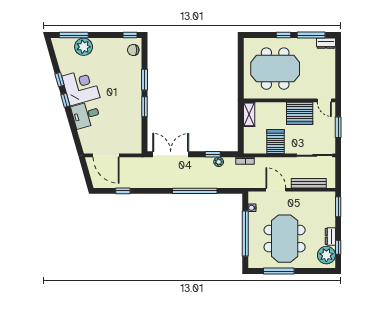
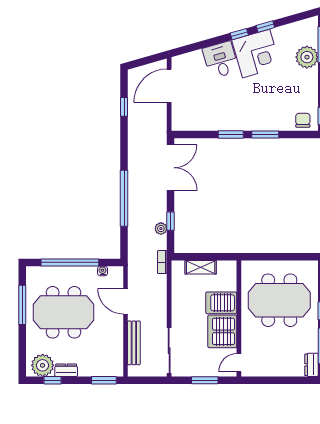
meeting table: (275, 69) -> (279, 300), turned 90
shelving: (249, 114) -> (201, 267), moved
server rack: (276, 142) -> (221, 303), moved, turned 180
door: (276, 190) -> (125, 301), swing flipped

